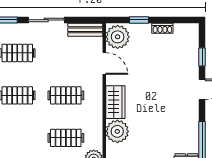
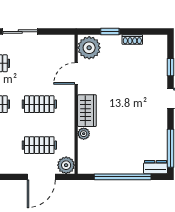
bench: (85, 30) -> (58, 41), removed
door: (104, 64) -> (76, 73), swing flipped
plant: (117, 131) -> (84, 134), width x0.53, depth x0.53

